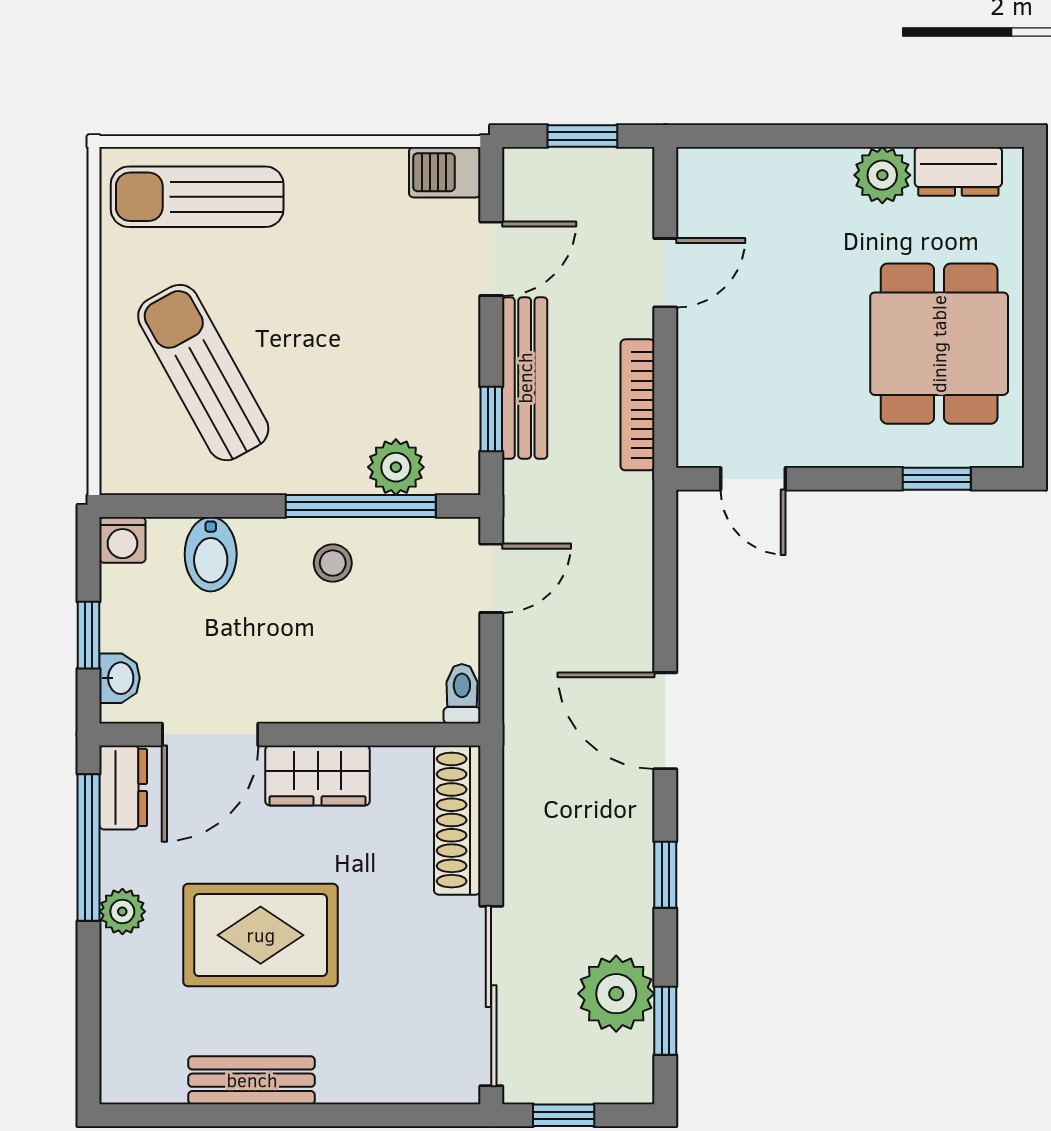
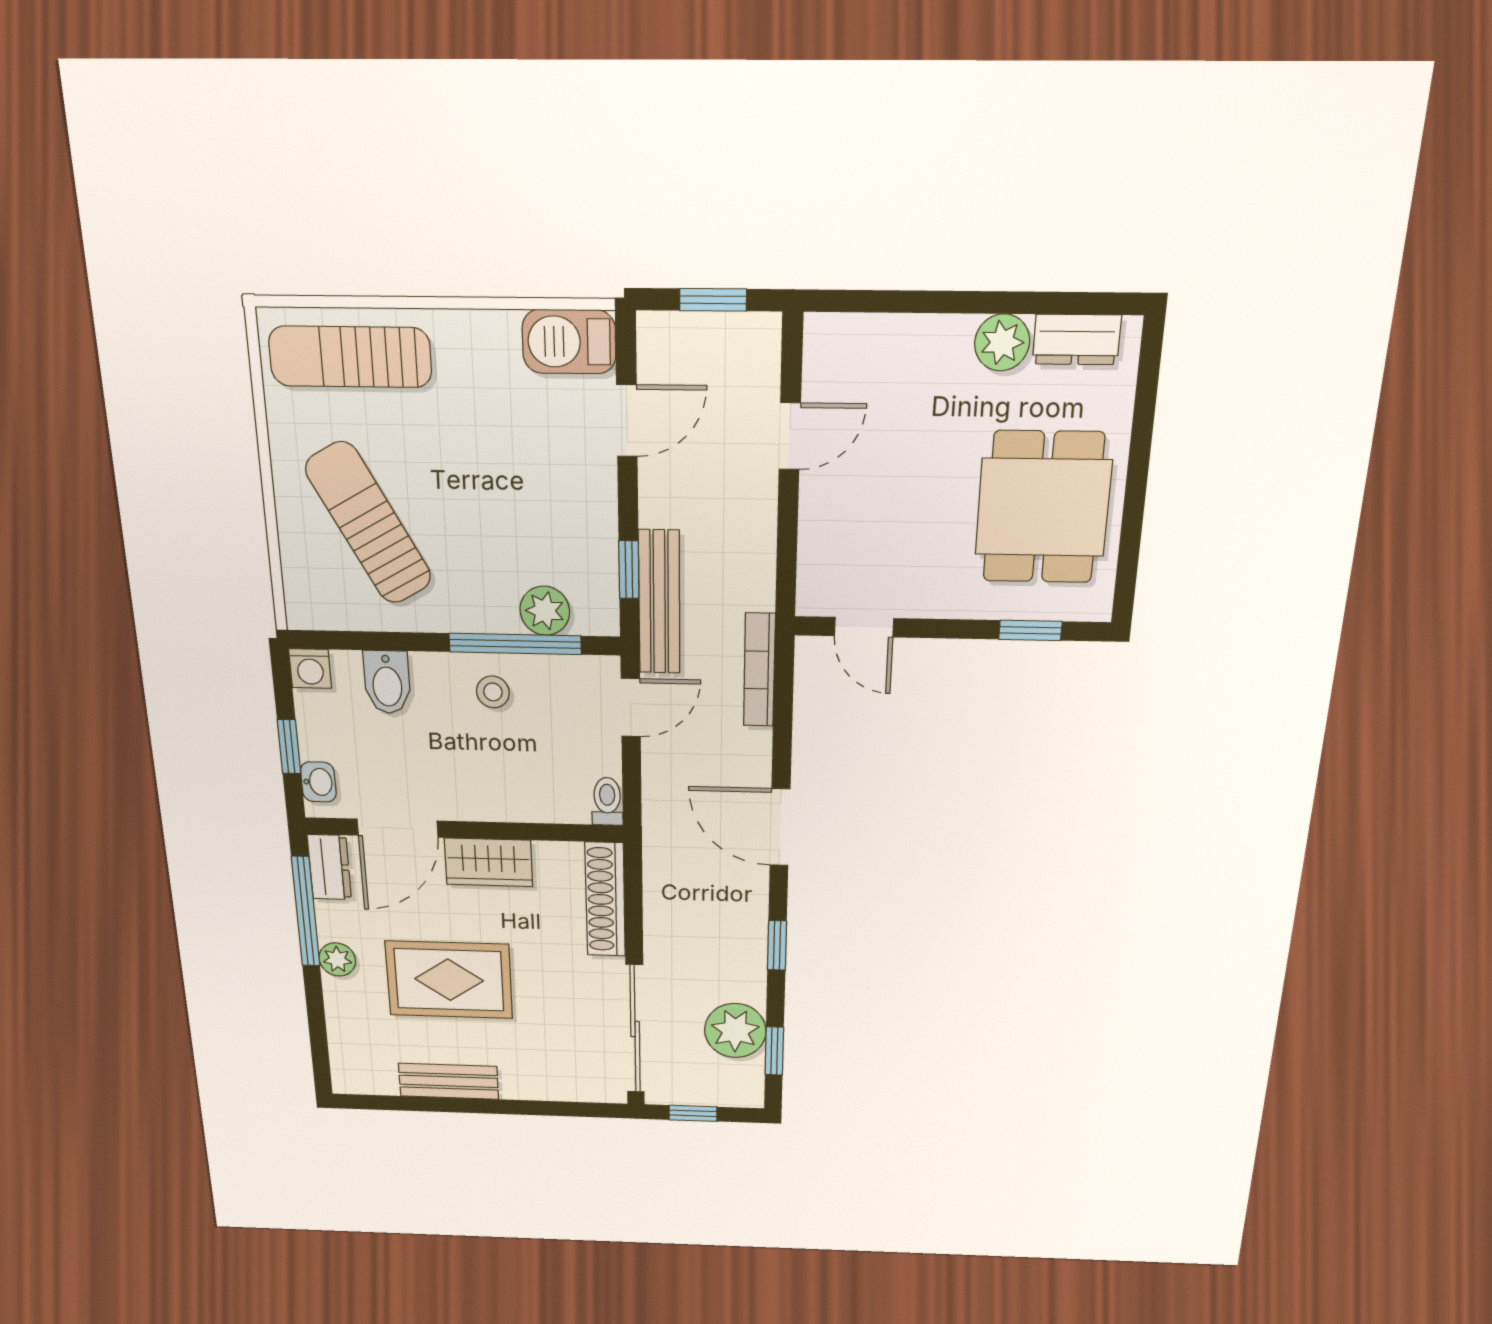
barbecue: (445, 172) -> (569, 342), width x1.38, depth x1.27
bench: (525, 378) -> (659, 602), moved
bookcase: (638, 405) -> (759, 670), moved

